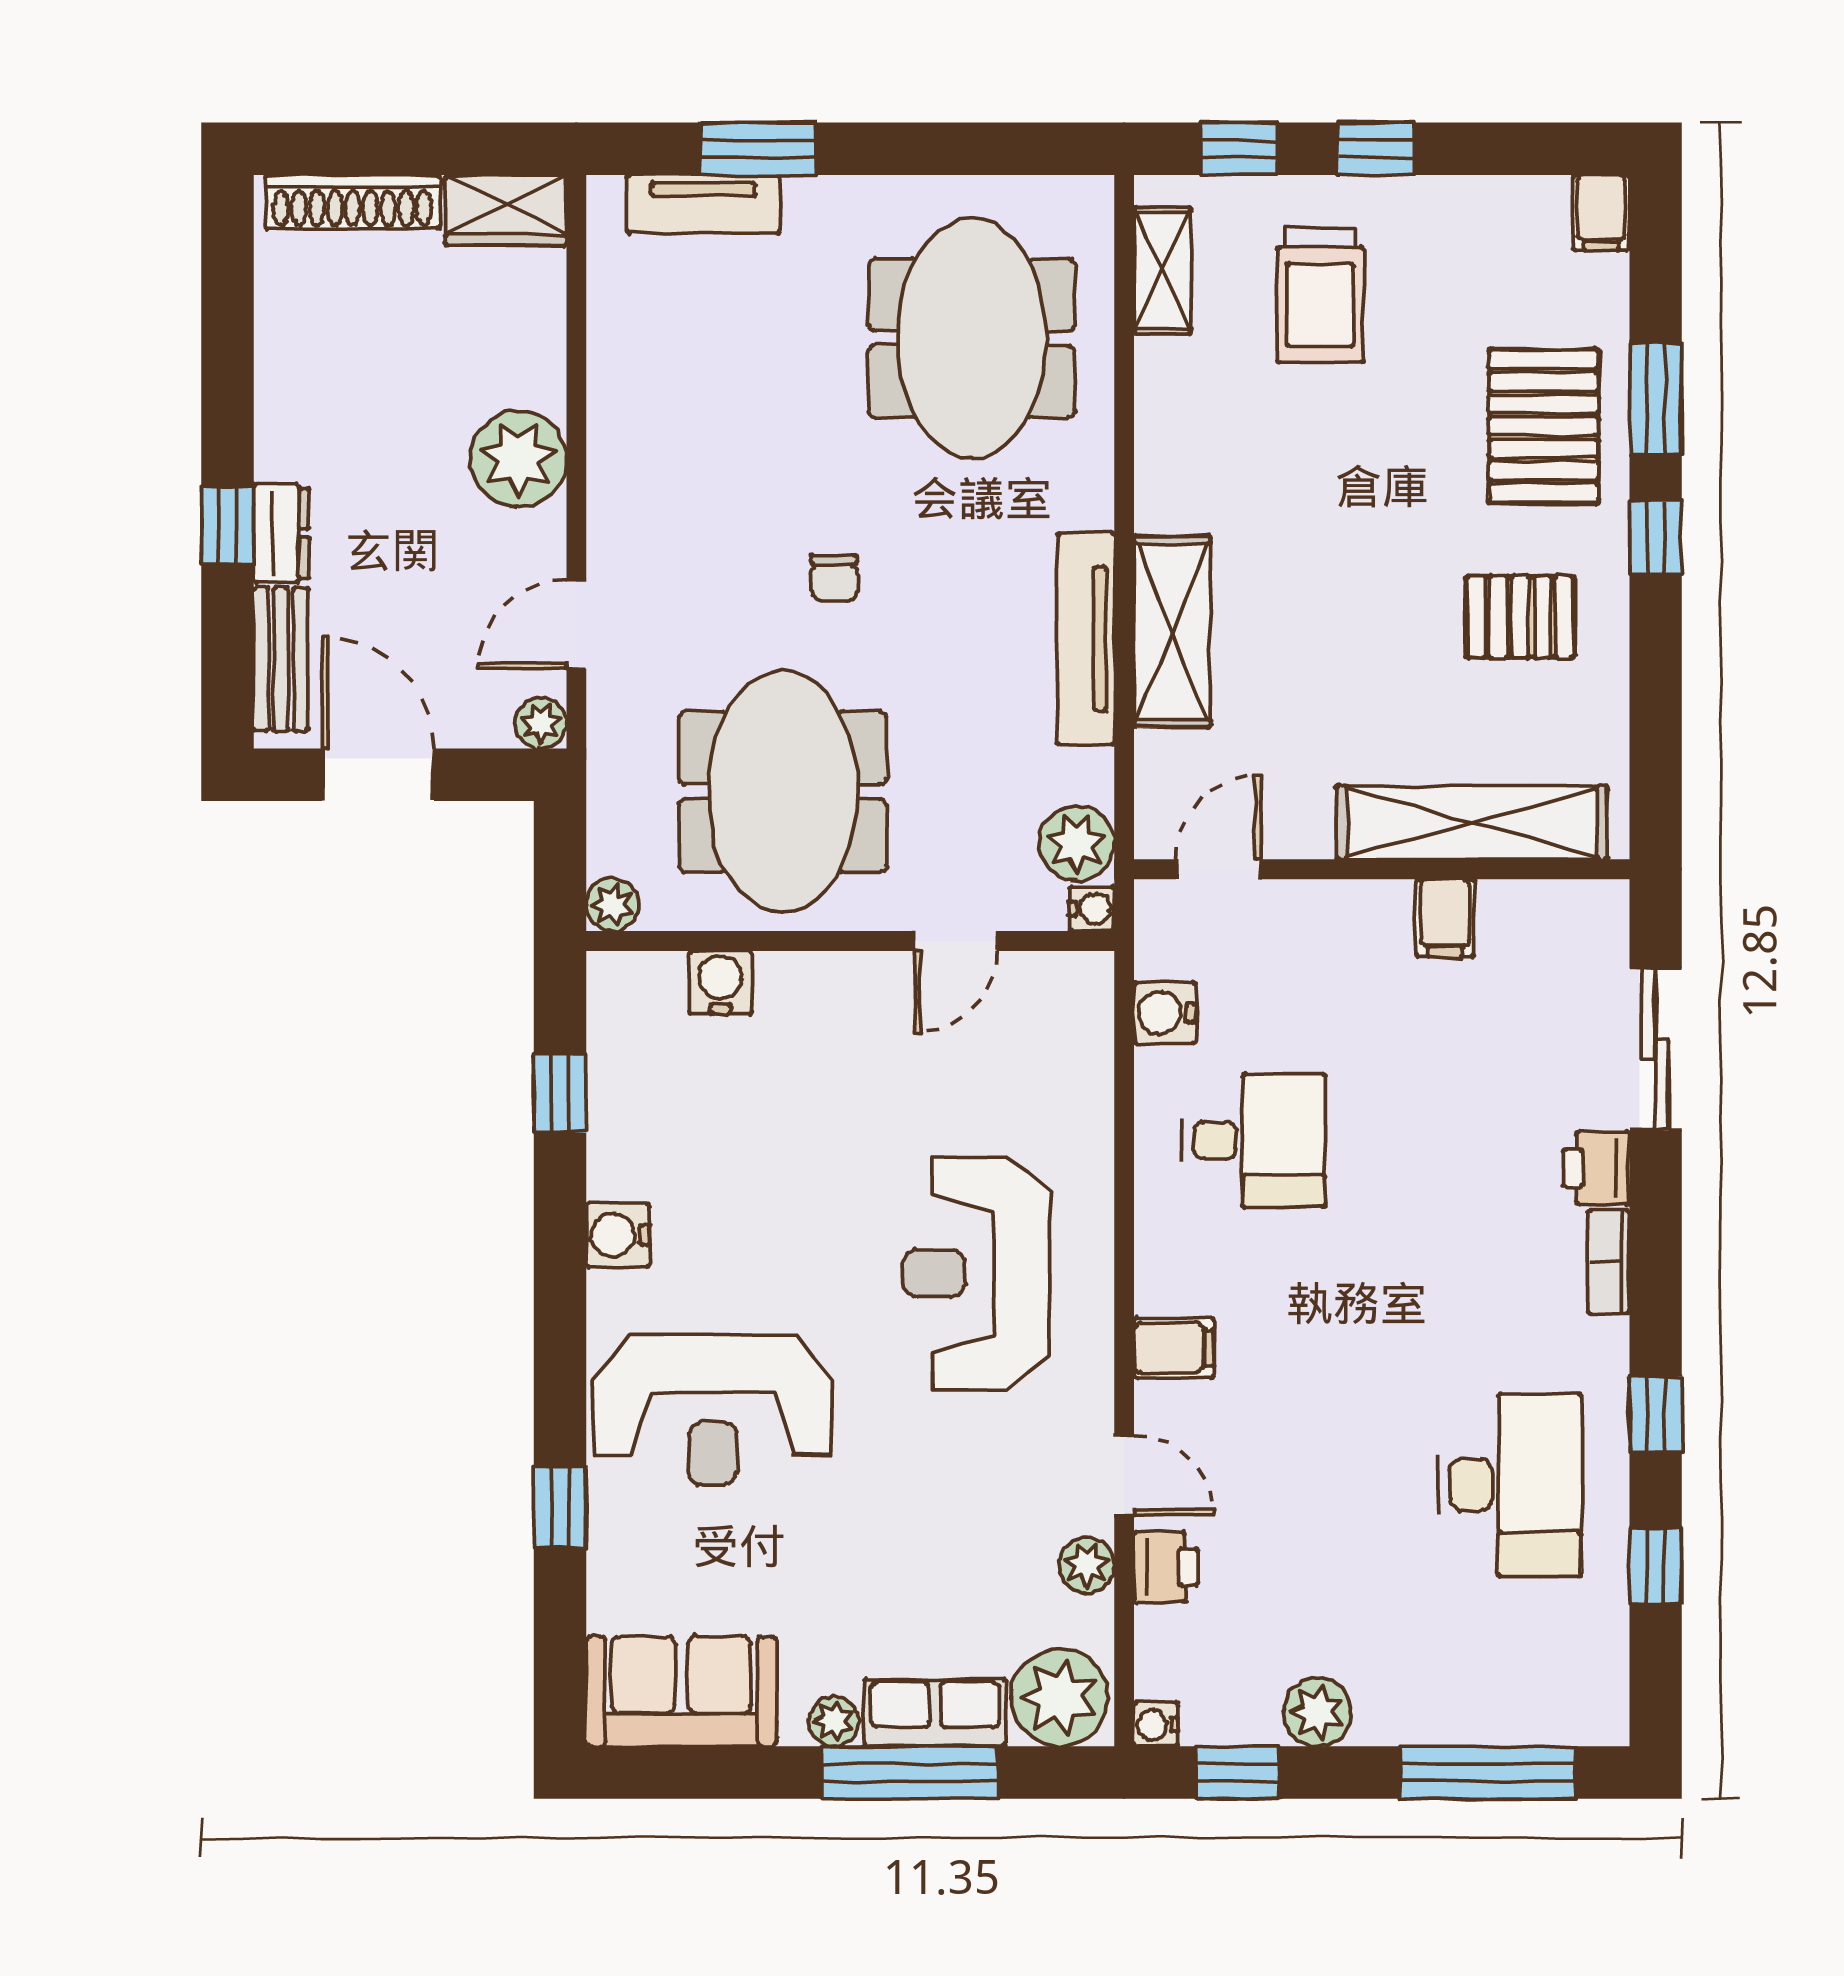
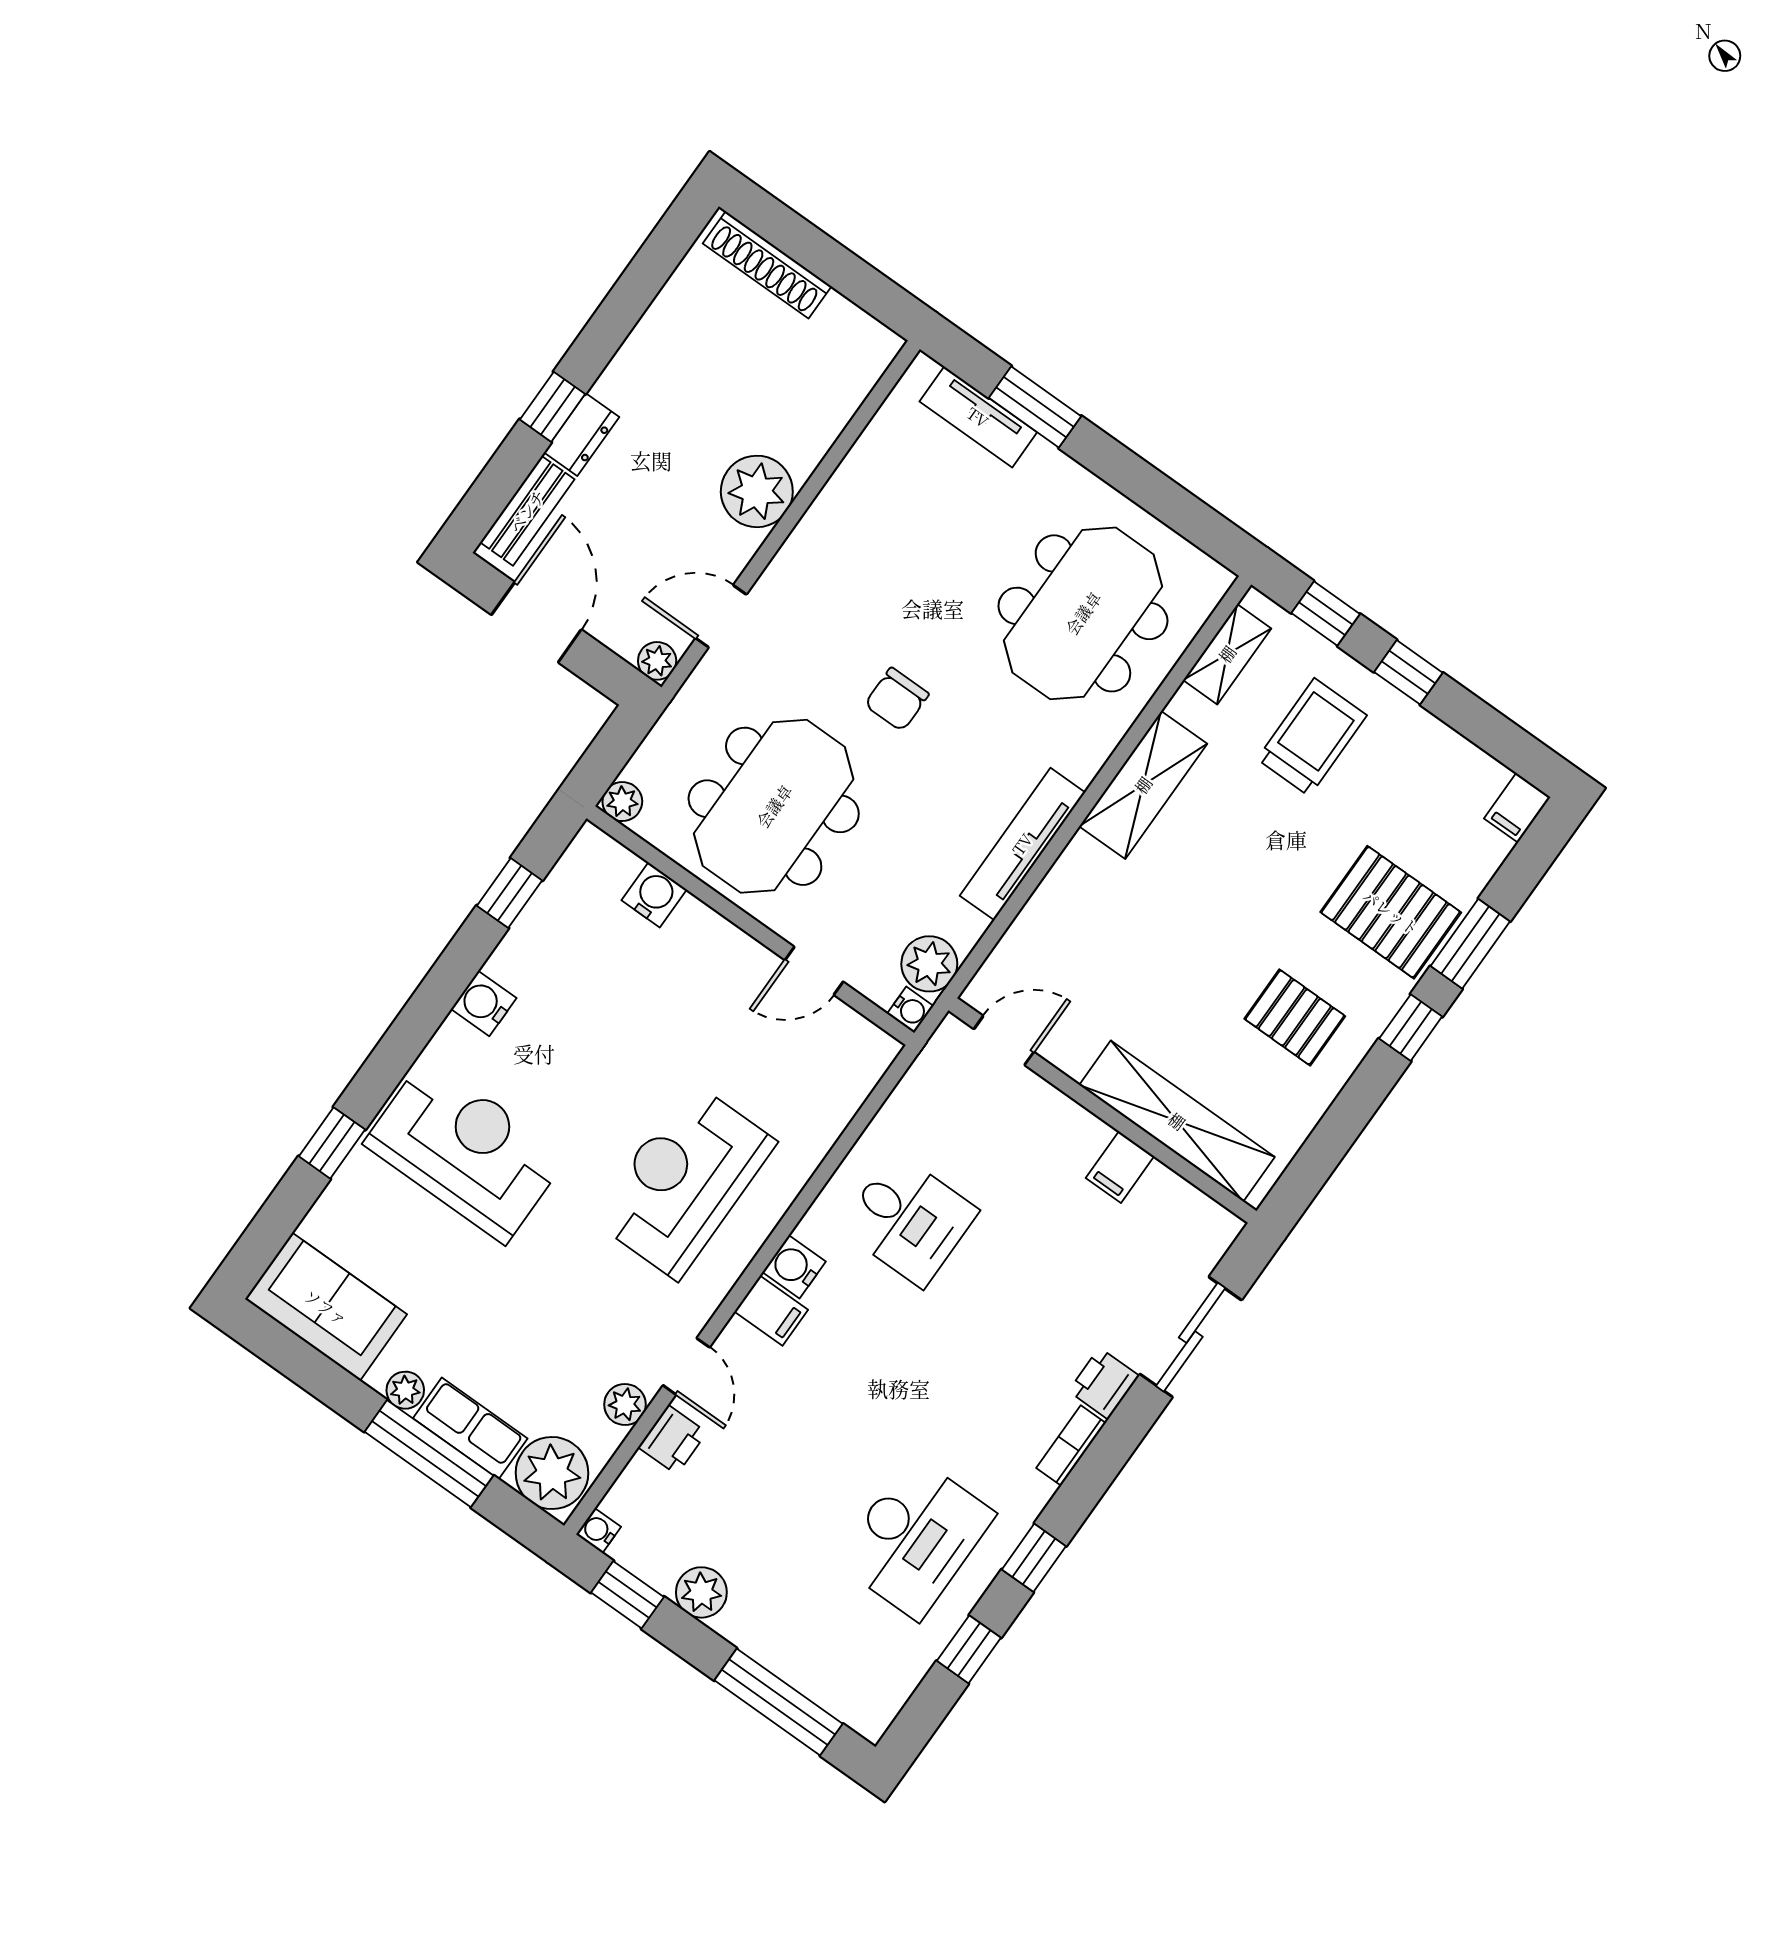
wardrobe: (506, 210) -> (856, 336), removed
trolley: (1320, 295) -> (1312, 737), turned 180
pallet: (1543, 426) -> (1391, 912), turned 90
chair: (834, 578) -> (897, 699), width x1.37, depth x1.37
shelving: (1172, 632) -> (1143, 785), moved
water cooler: (1165, 1013) -> (794, 1267), moved
reception desk: (713, 1410) -> (466, 1150), turned 180

